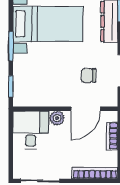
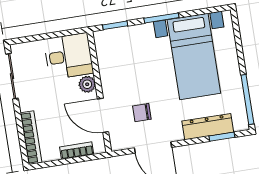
chair: (88, 75) -> (142, 113), turned -90

